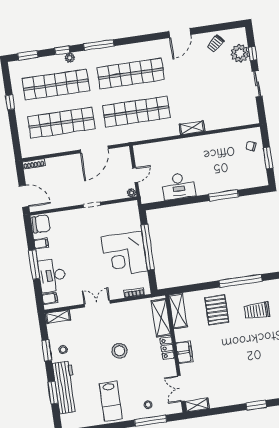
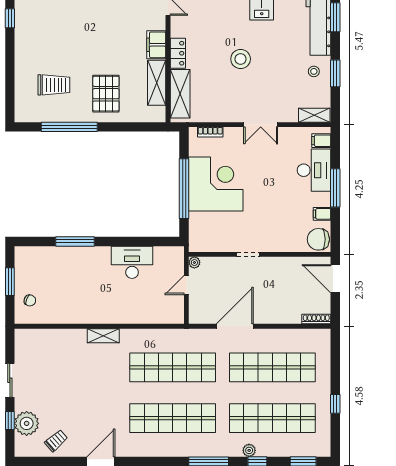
shelving: (178, 311) -> (157, 83), moved

